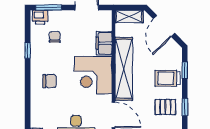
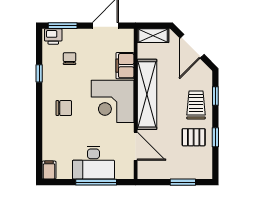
trolley: (167, 78) -> (196, 105), turned 90

